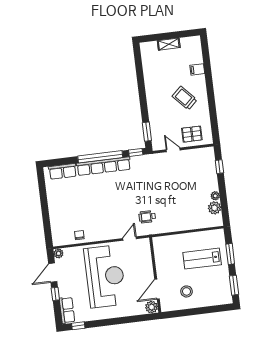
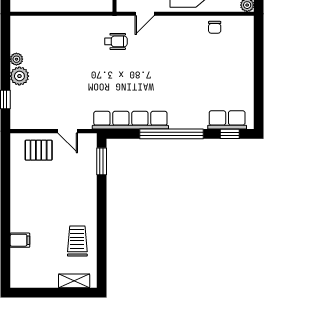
shelving: (169, 44) -> (74, 281), moved
trolley: (185, 98) -> (77, 241), moved, turned -137
window: (136, 152) -> (230, 134), moved
row of seats: (104, 166) -> (130, 120), moved
plant: (215, 208) -> (19, 76), moved

